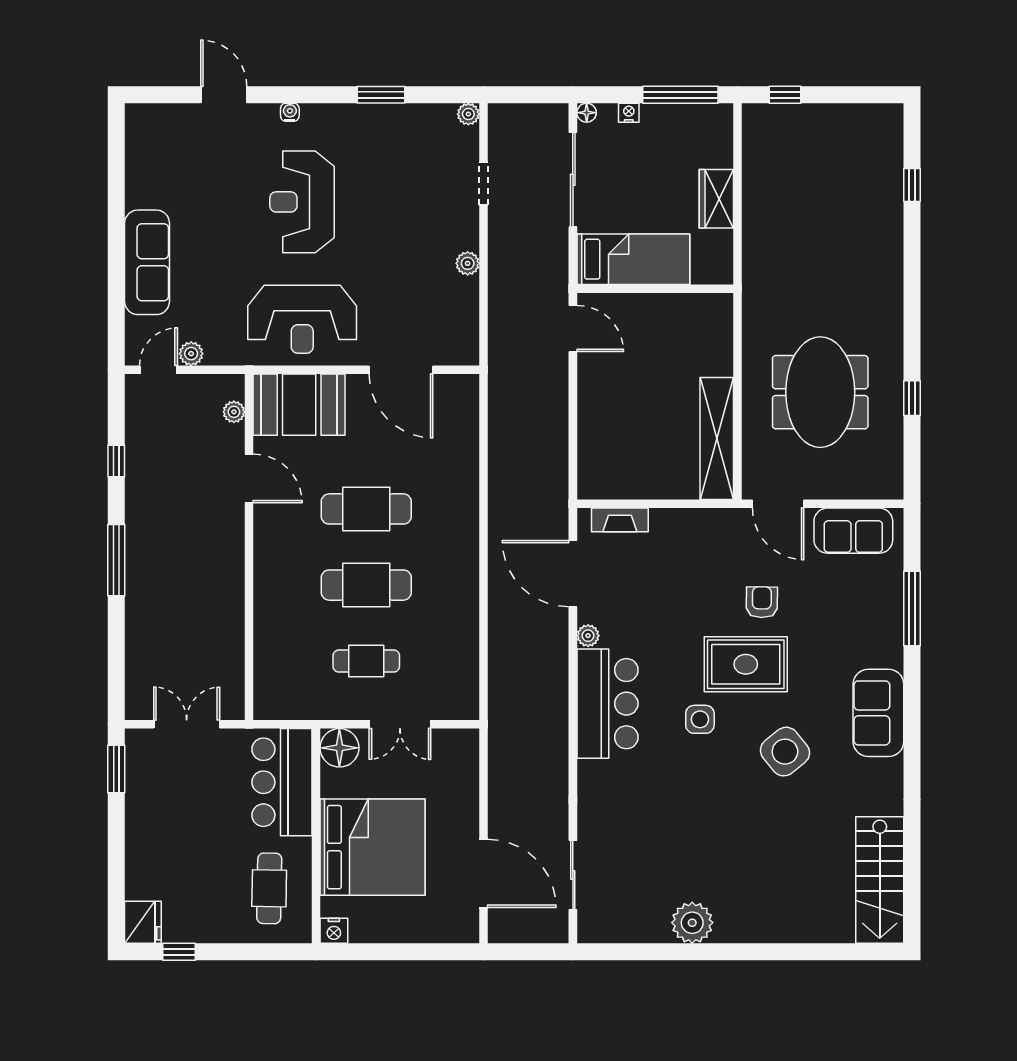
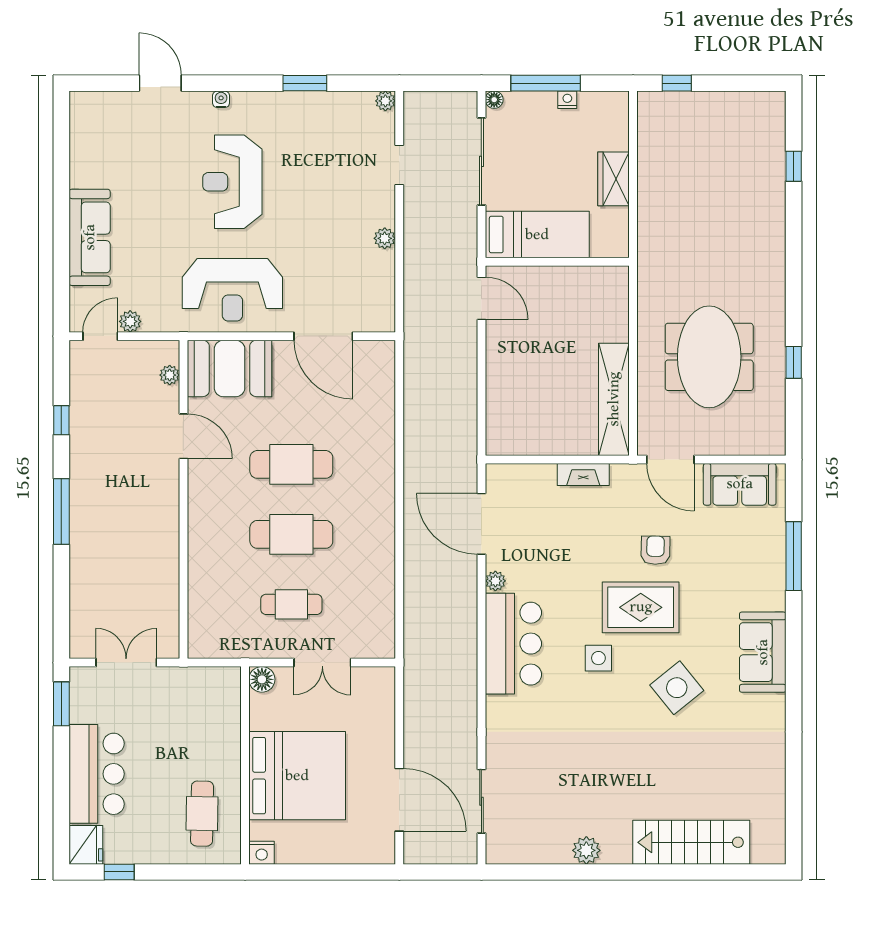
window: (680, 95) -> (546, 83), moved
nightstand: (629, 113) -> (567, 100), moved
fireplace: (620, 520) -> (583, 475), moved
floor lamp: (339, 748) -> (262, 679), width x0.73, depth x0.73
bar counter: (282, 782) -> (97, 774), moved, turned 180
stairs: (880, 880) -> (691, 842), moved, turned 90
plant: (692, 923) -> (586, 850), width x0.73, depth x0.73

